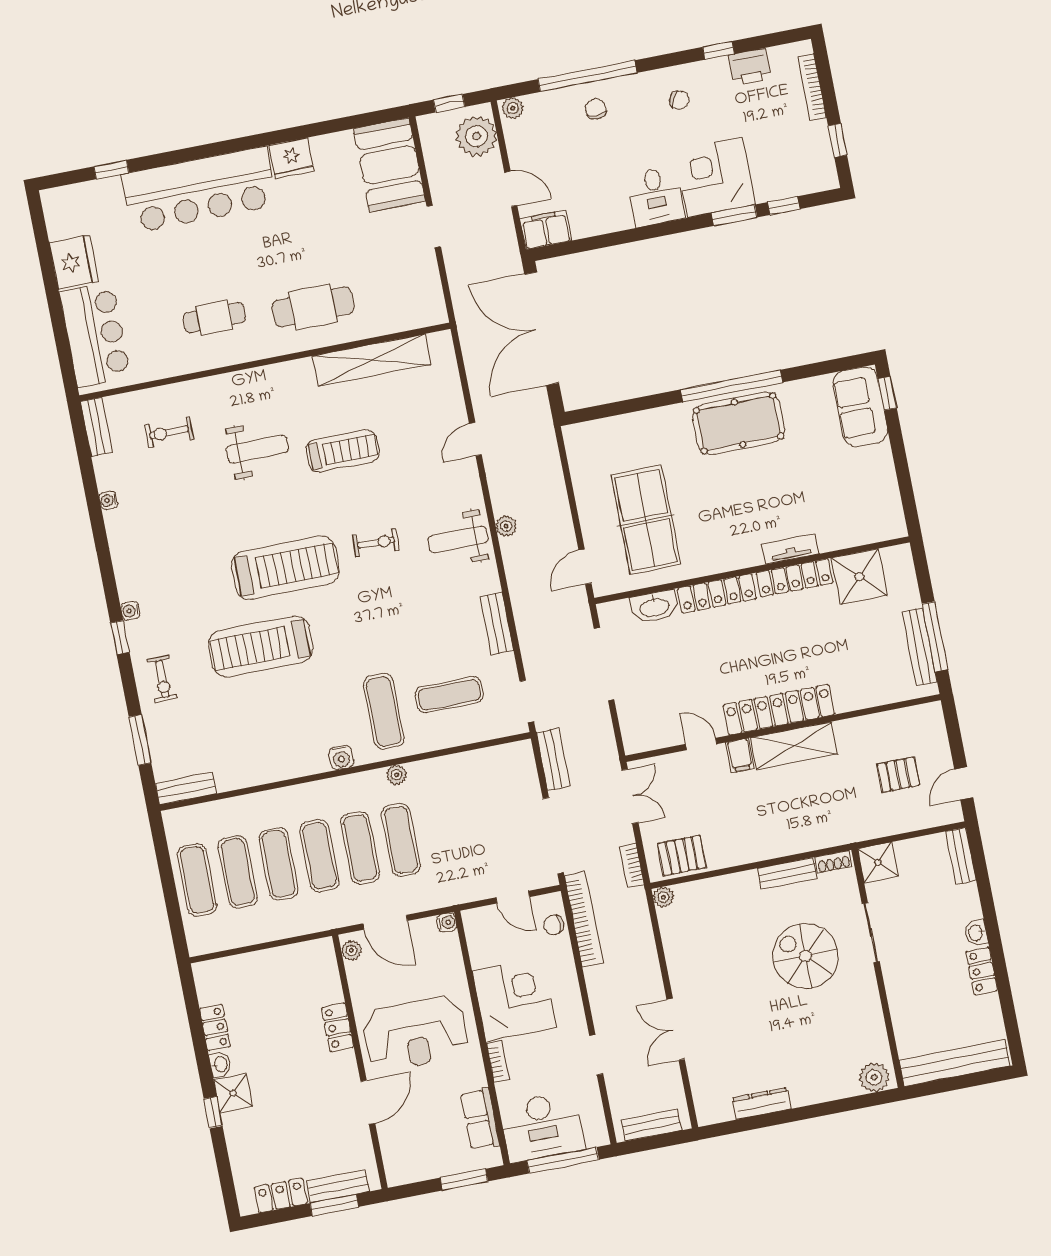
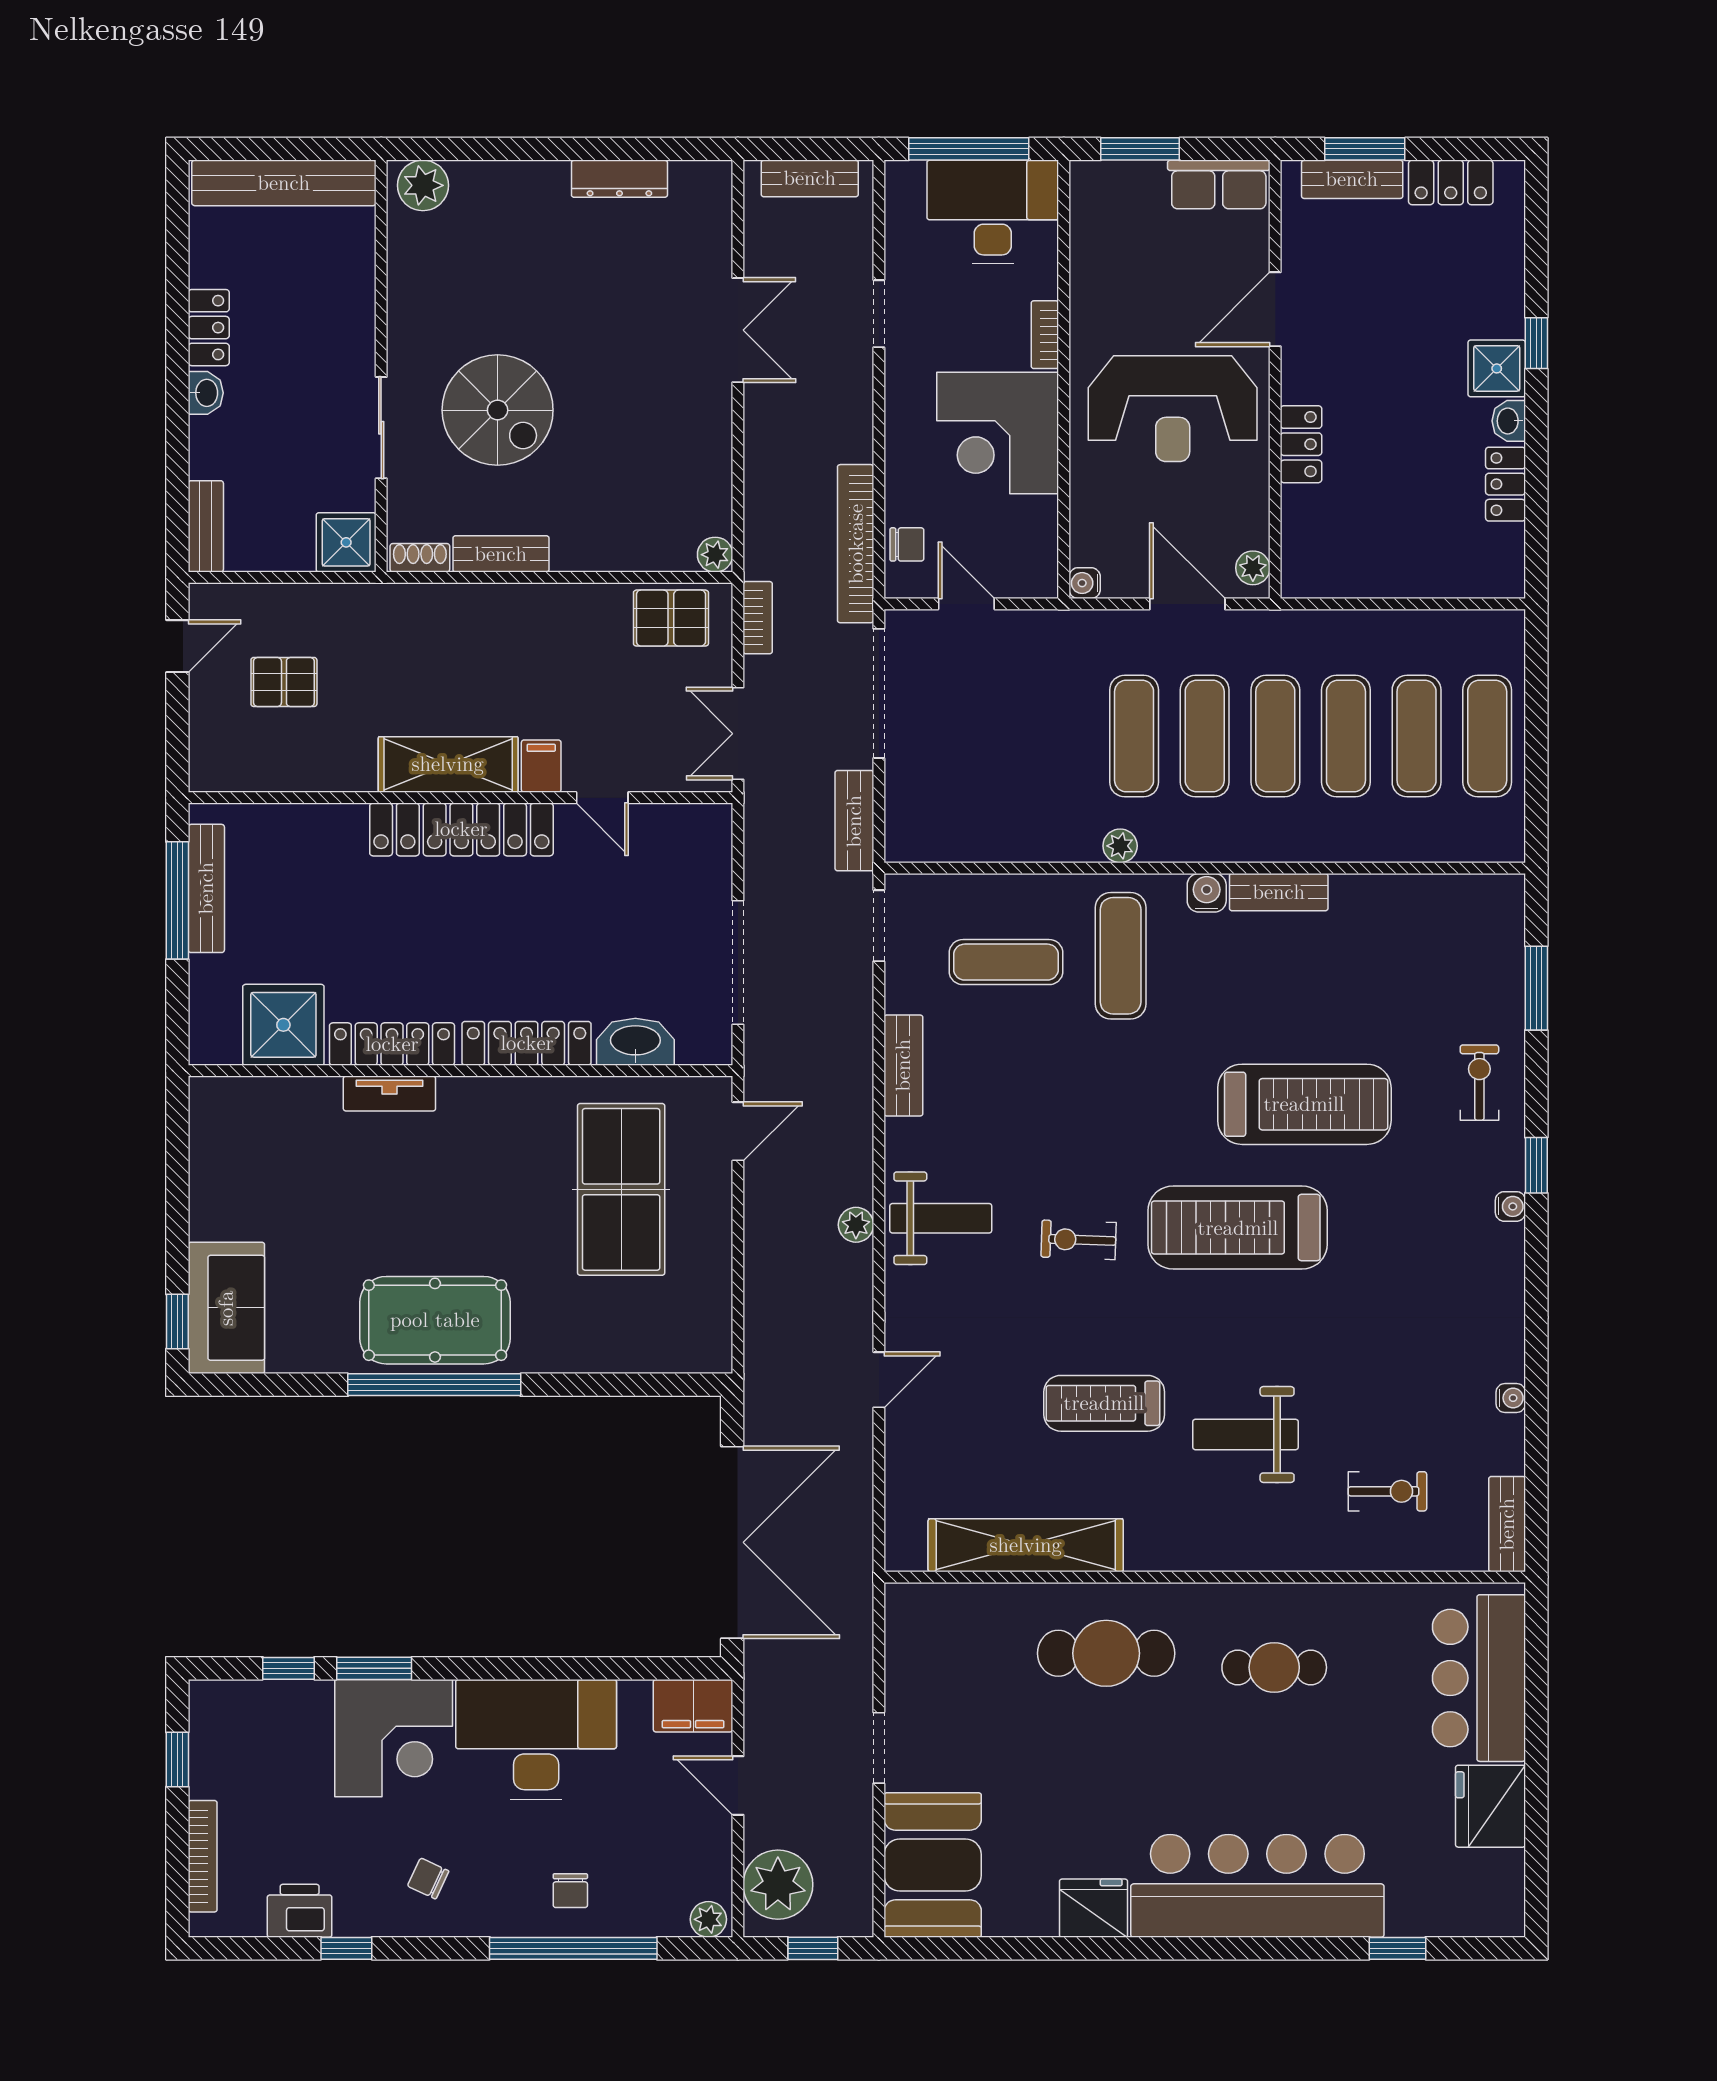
desk: (656, 196) -> (536, 1739), width x1.87, depth x1.30
bench: (186, 788) -> (1279, 892), moved
reception desk: (416, 1033) -> (1173, 409), turned 180
row of seats: (480, 1119) -> (1219, 184), moved, turned 90

